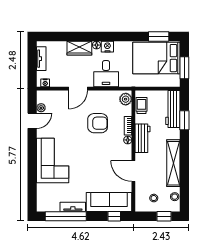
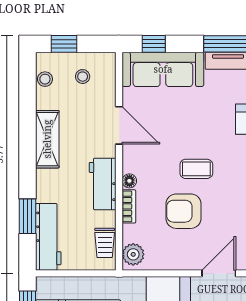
coffee table: (90, 147) -> (196, 169), added
shelving: (173, 163) -> (47, 139), width x0.68

